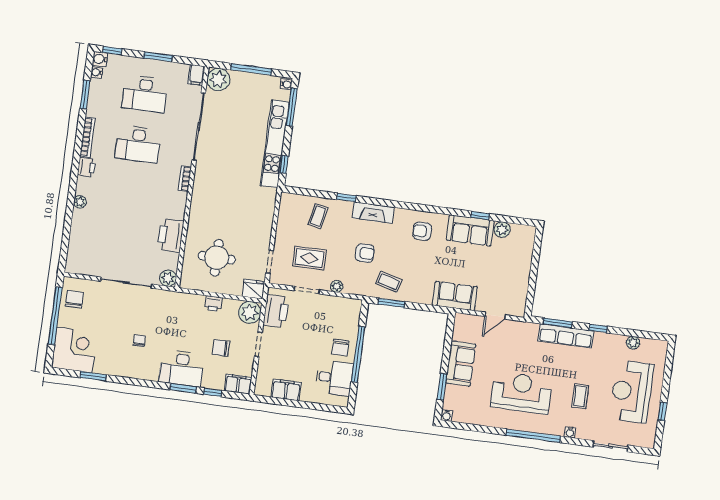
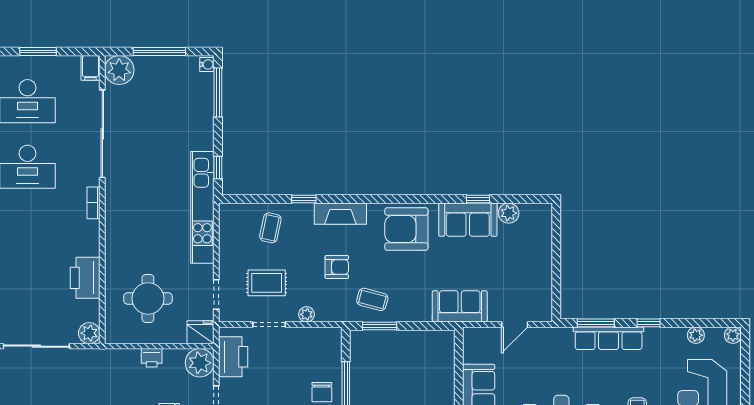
kitchen unit: (275, 144) -> (202, 207), moved
armchair: (422, 231) -> (406, 229), width x1.88, depth x1.88
plant: (661, 346) -> (733, 335), added

